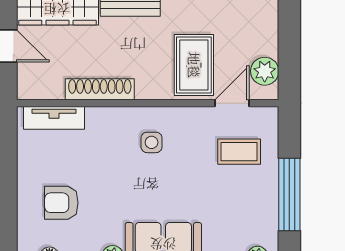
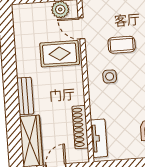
shoe rack: (100, 89) -> (80, 127), moved
coffee table: (239, 152) -> (122, 45), moved, turned 90

